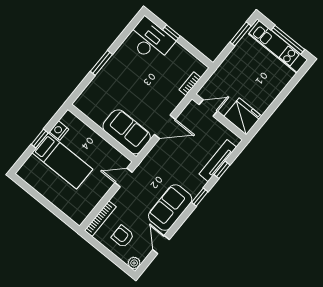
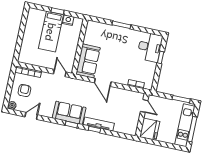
door: (208, 108) -> (144, 106), moved
fridge: (243, 116) -> (150, 129), moved
wall: (219, 117) -> (142, 115), moved
sofa: (170, 208) -> (69, 113), moved

